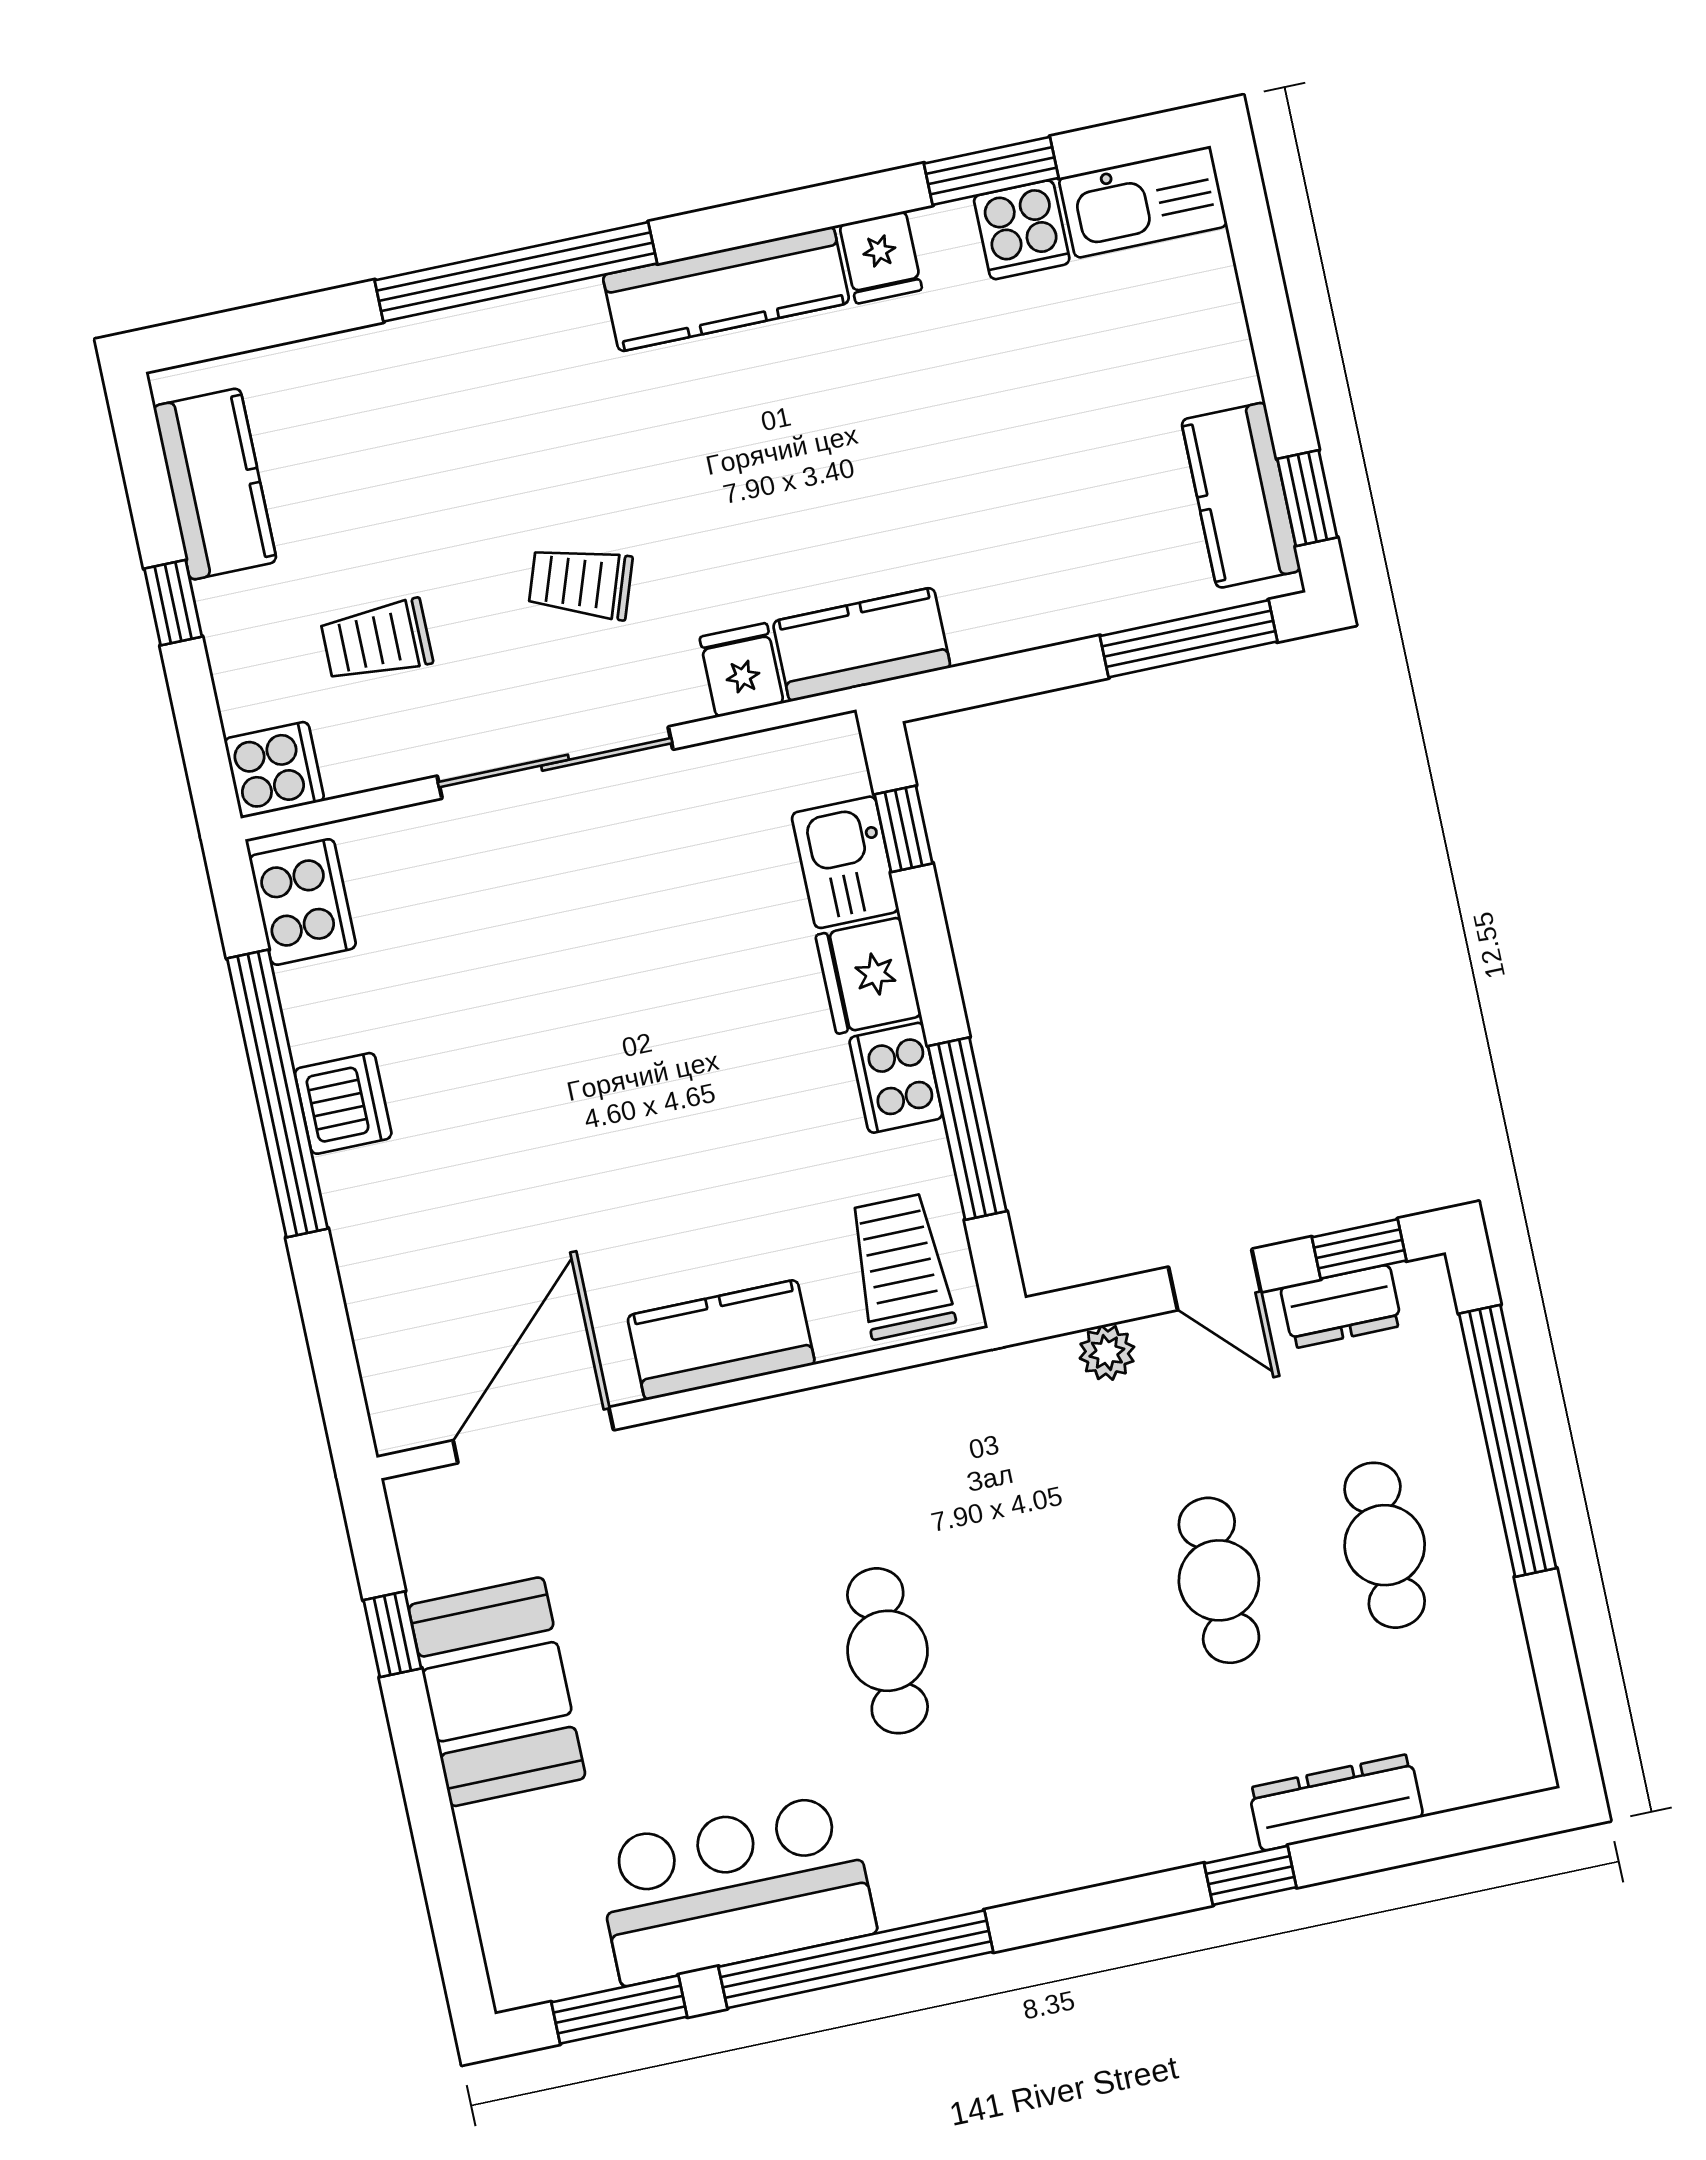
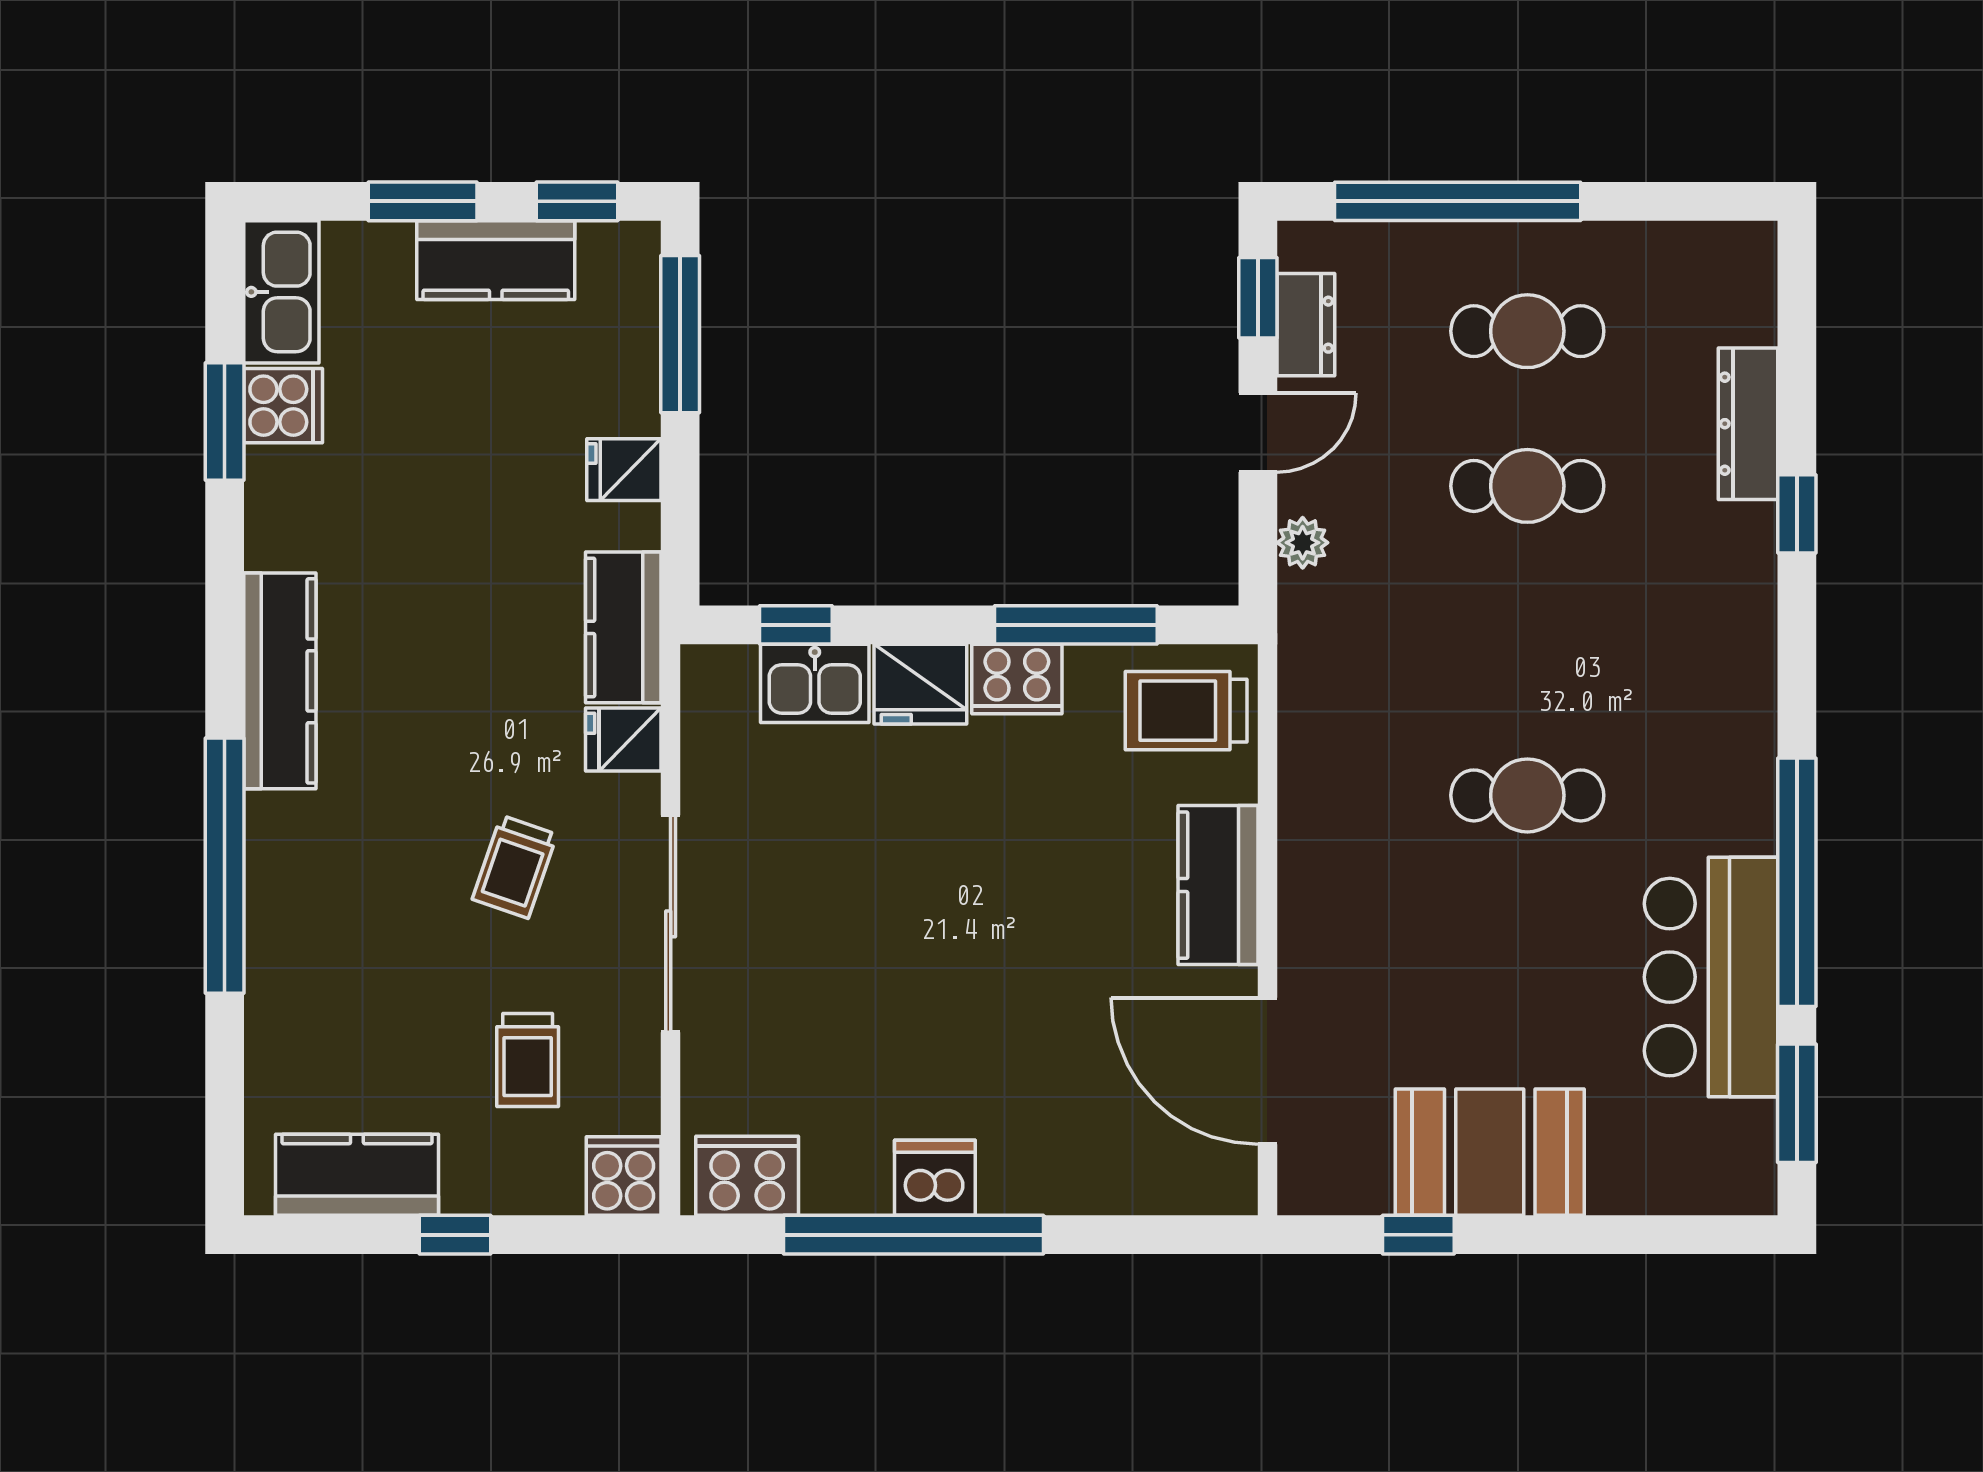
fridge: (881, 257) -> (624, 470), moved, turned 180
window: (1272, 333) -> (423, 201), added
kitchen counter: (1241, 495) -> (496, 260), moved

